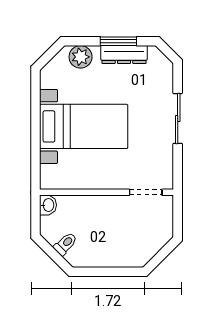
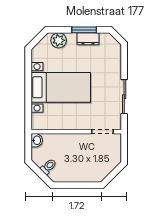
dresser: (124, 54) -> (88, 39), width x0.70
sliding door: (178, 118) -> (124, 97), moved

